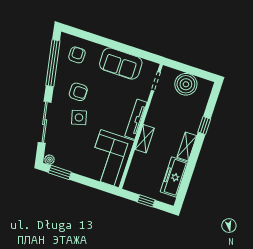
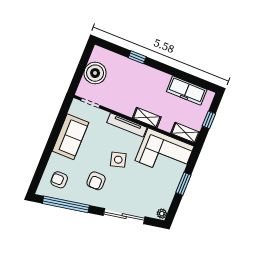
armchair: (78, 92) -> (96, 181), turned 180
side table: (79, 118) -> (118, 160), moved
shelving: (187, 147) -> (185, 133), moved
window: (60, 172) -> (183, 184), moved

